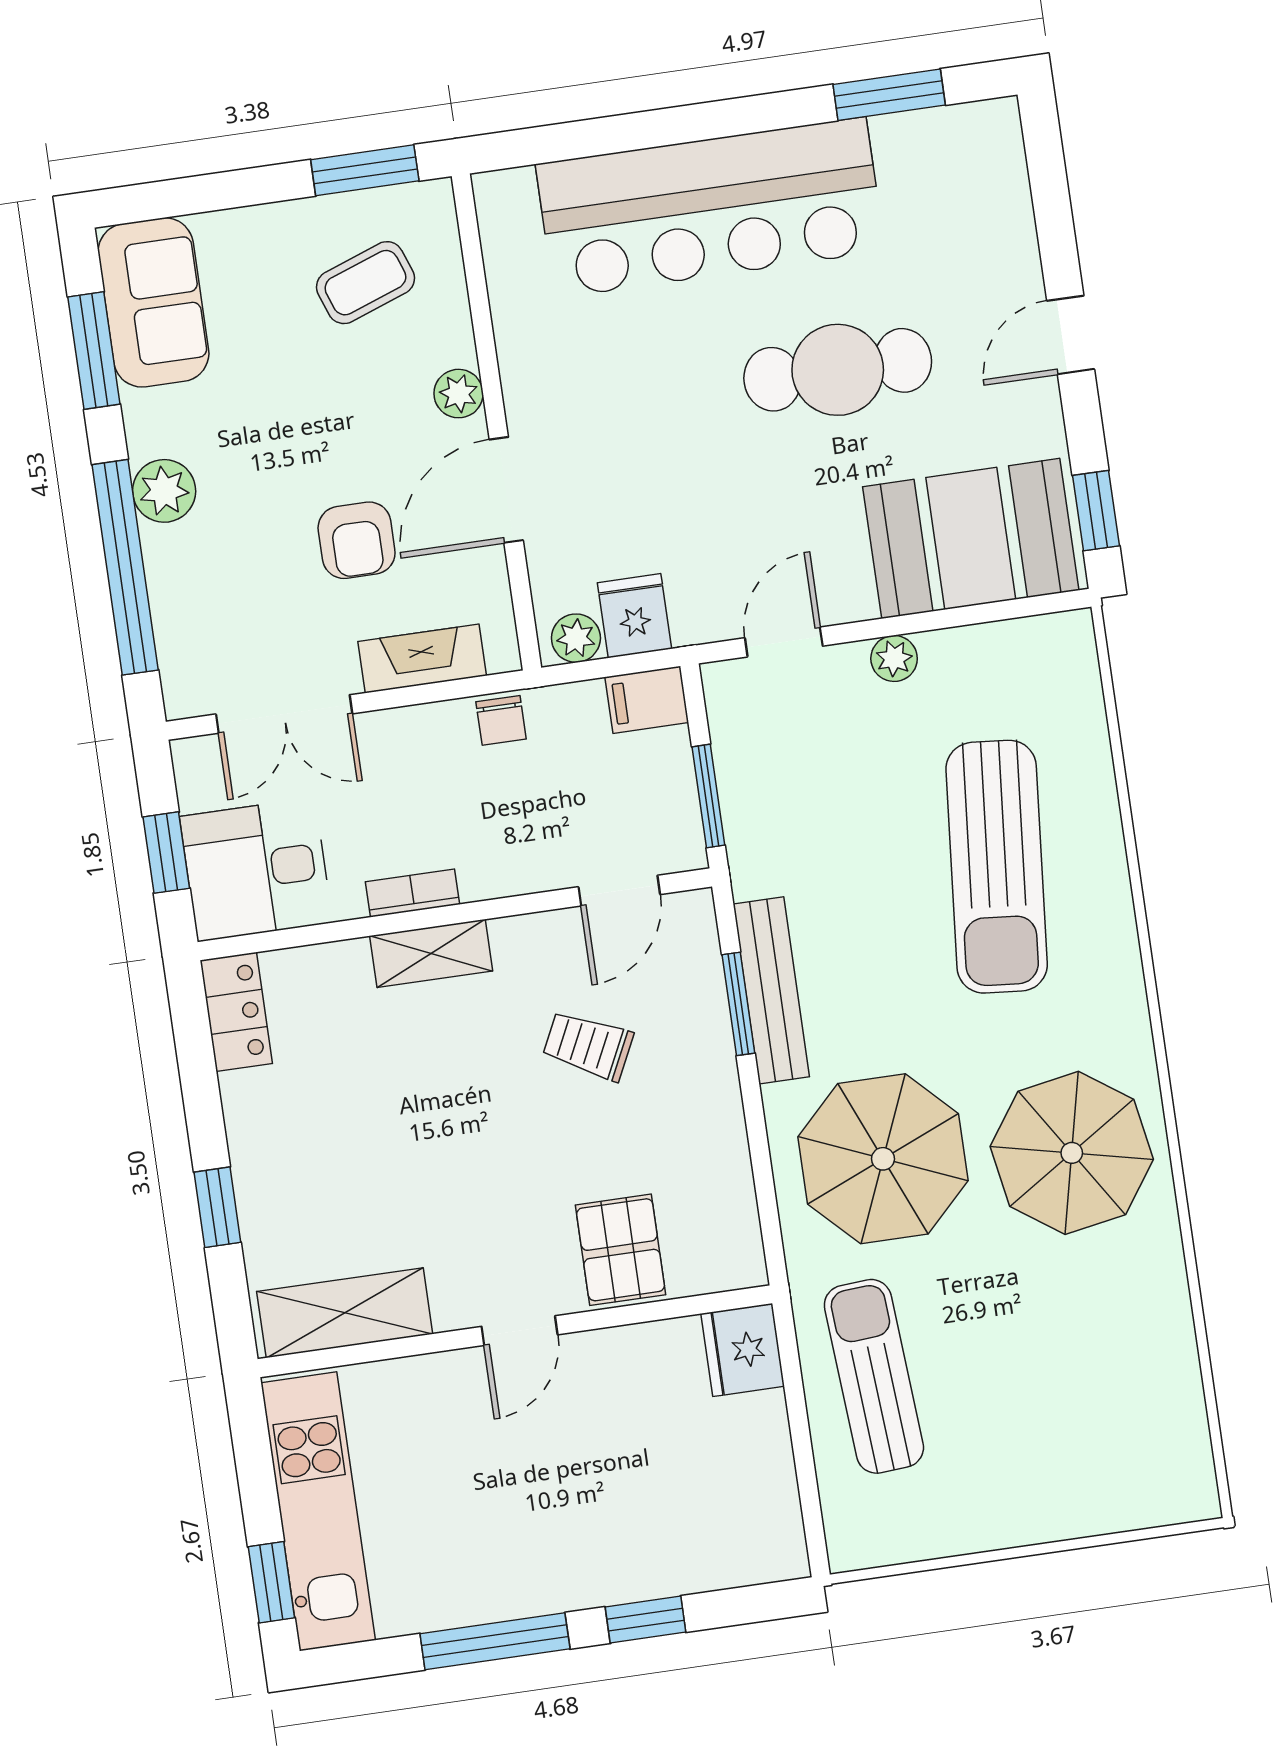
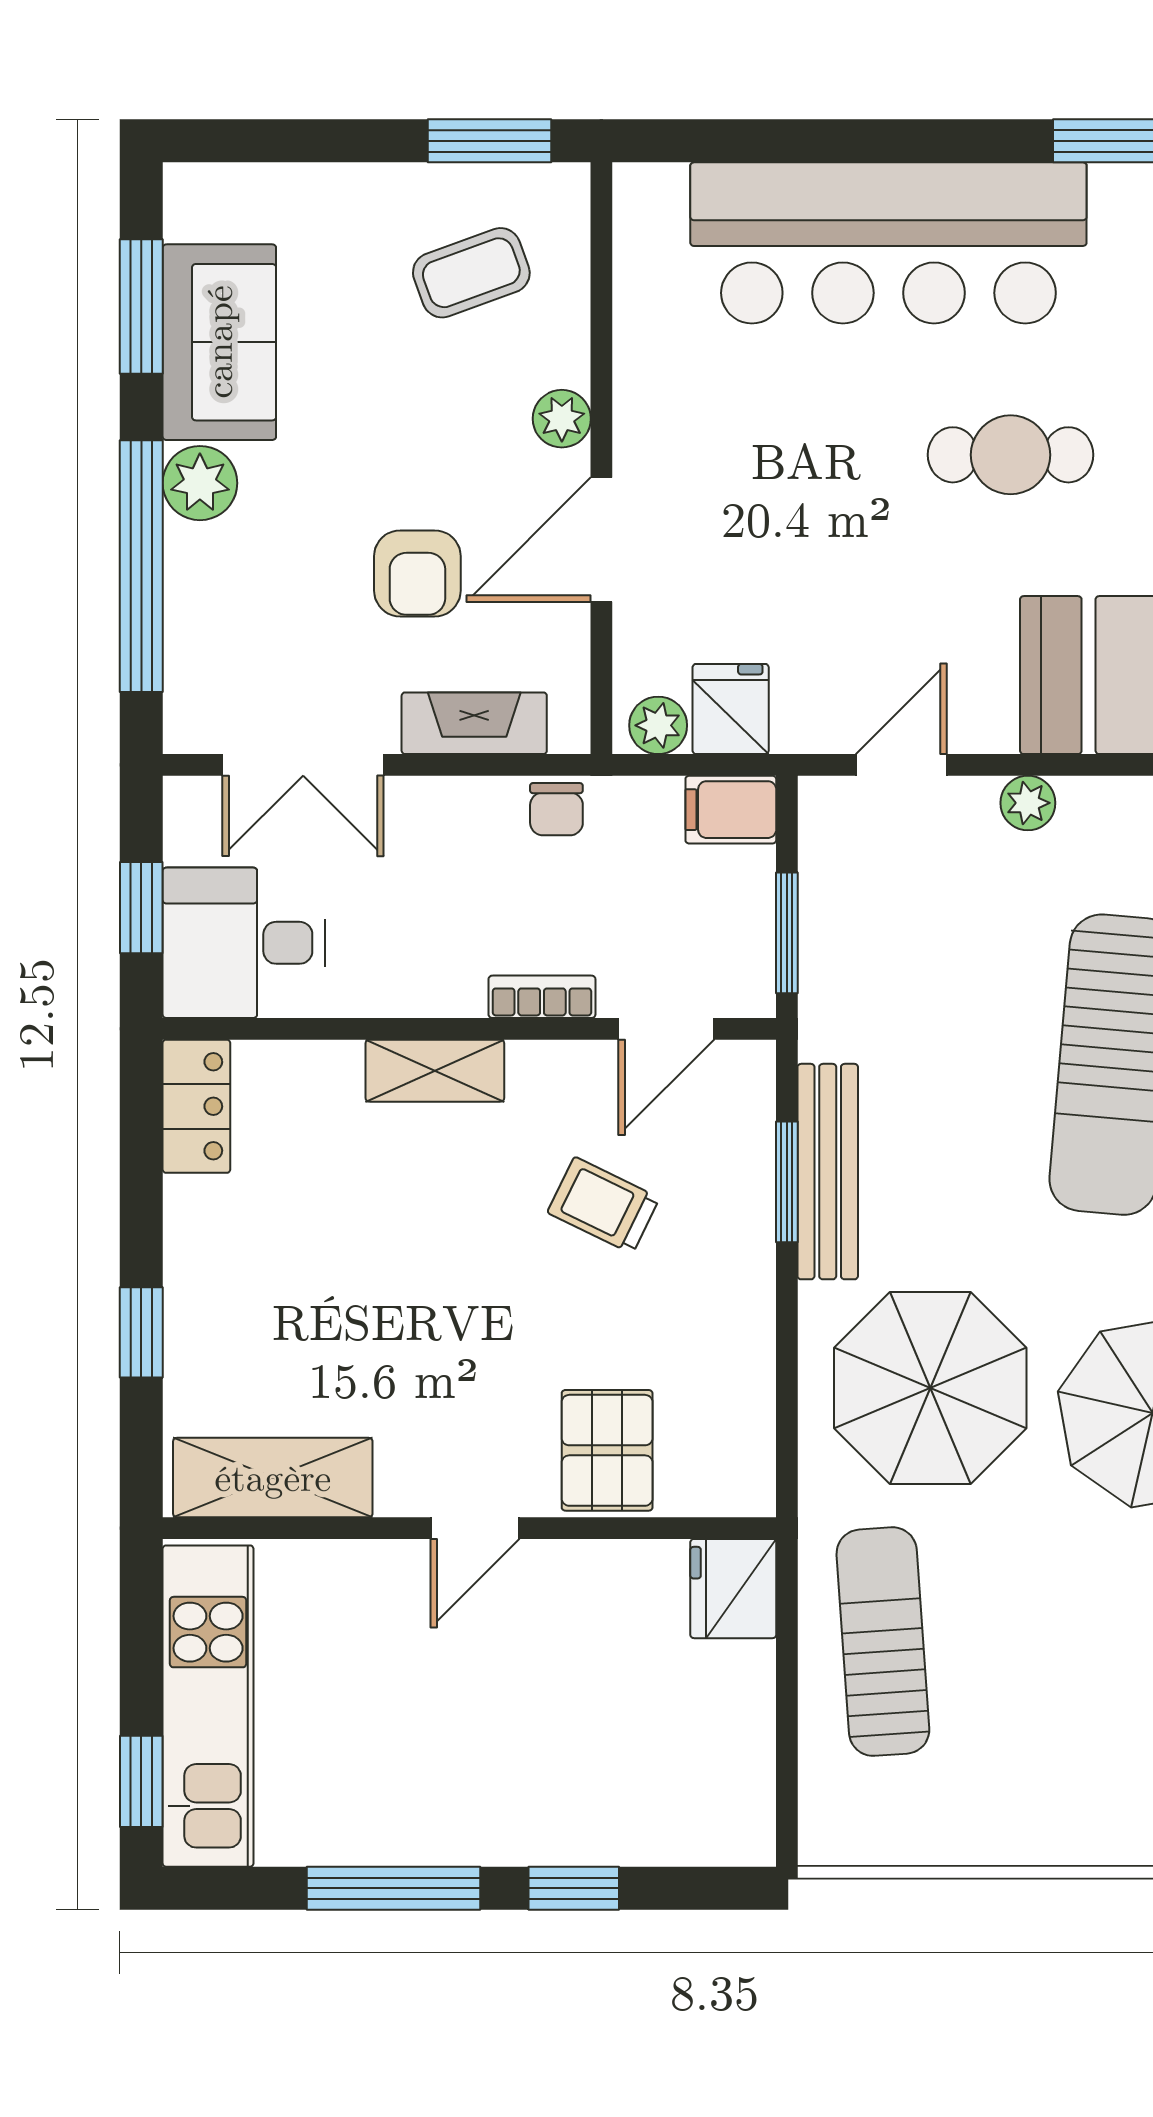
sofa: (153, 302) -> (219, 342), moved
cafe table: (838, 370) -> (1011, 455), width x0.73, depth x0.74
bookcase: (413, 893) -> (542, 997), moved

